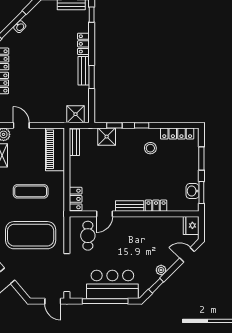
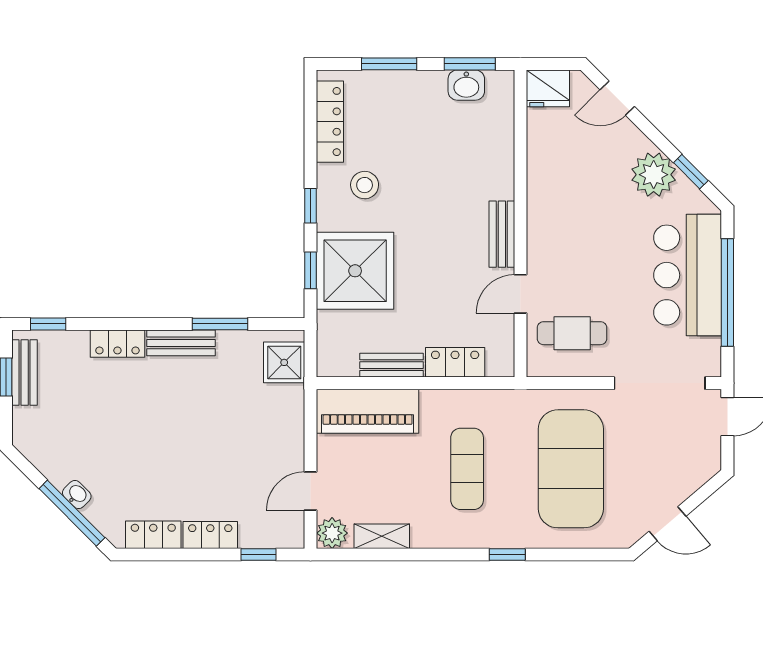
window: (92, 77) -> (220, 324), moved
shower: (107, 137) -> (355, 271), width x1.86, depth x1.86
bench: (74, 142) -> (392, 365), moved
locker: (76, 199) -> (455, 362), moved
locker: (156, 206) -> (501, 172), removed
door: (104, 214) -> (520, 294), swing flipped
door: (187, 255) -> (617, 98), hinge flipped
plant: (161, 270) -> (654, 175), width x1.88, depth x1.88

